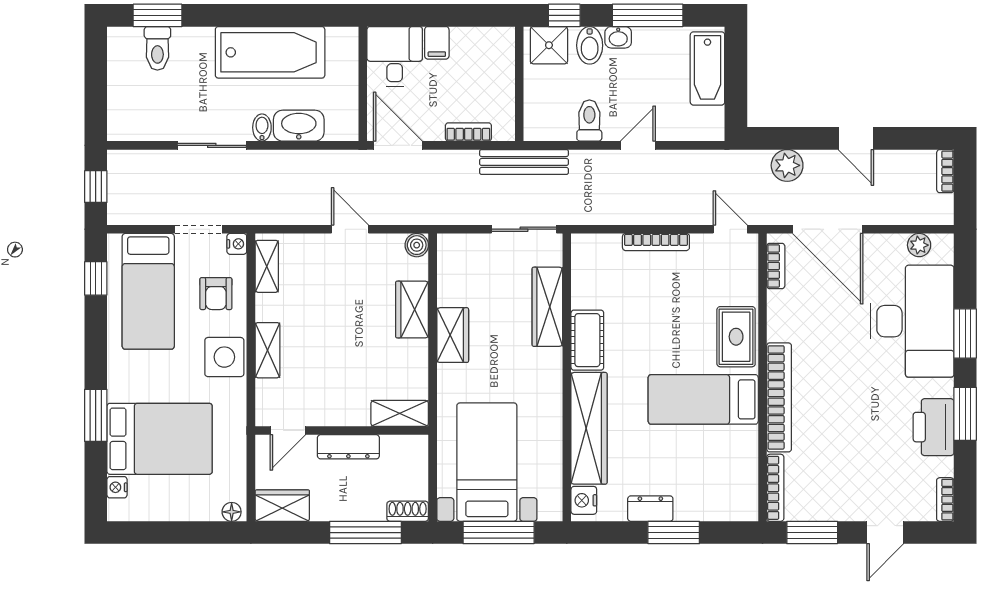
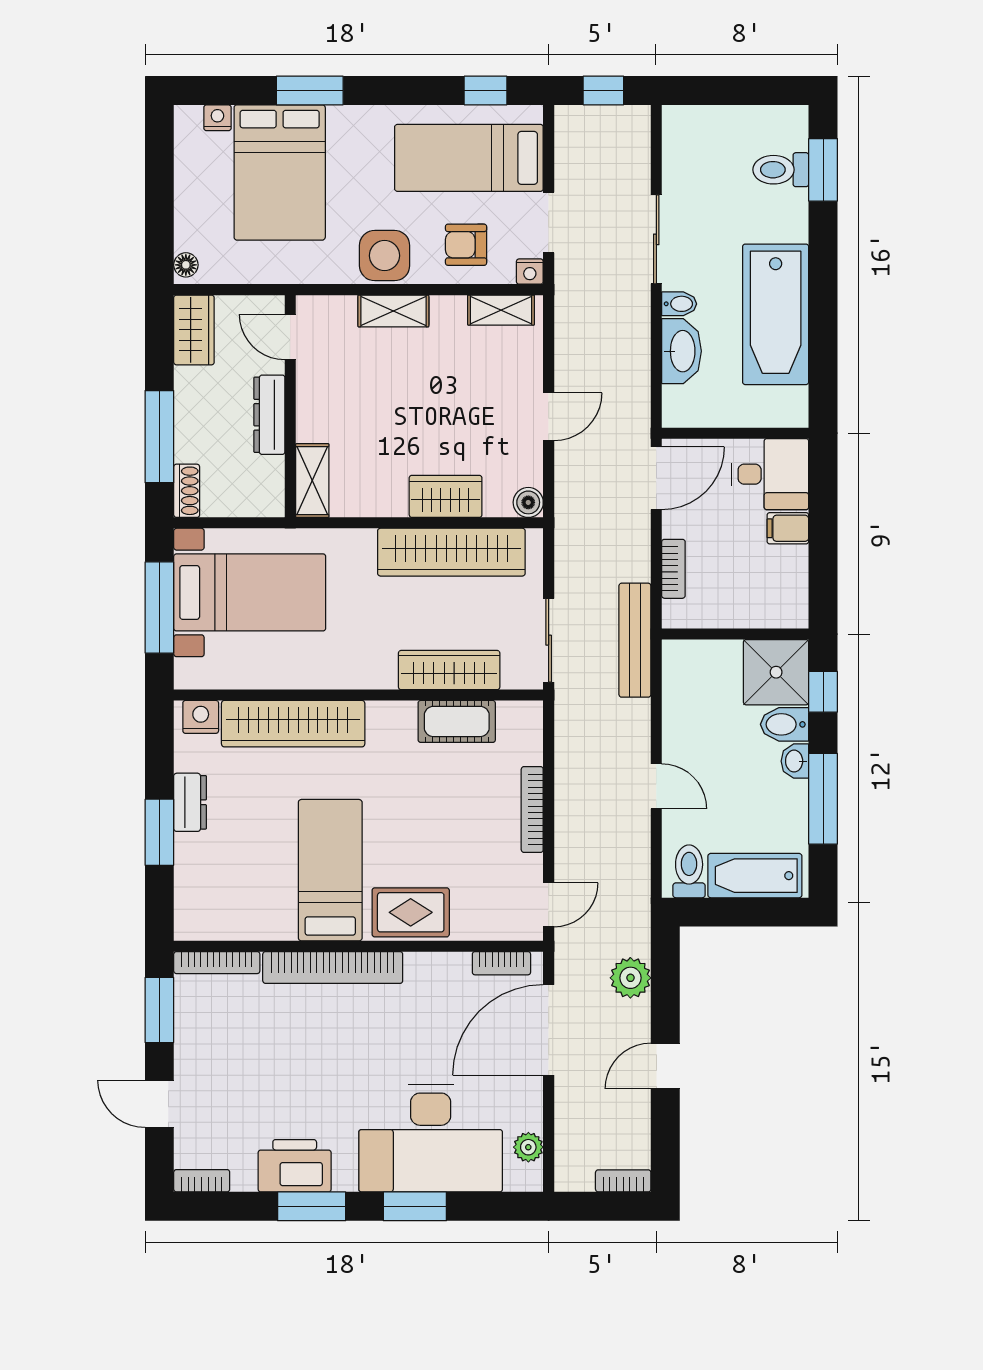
shower: (549, 45) -> (776, 672), width x1.36, depth x1.36
toilet: (589, 121) -> (689, 871), moved, turned -90
wardrobe: (453, 335) -> (451, 552), width x2.10, depth x1.17
cot: (587, 340) -> (457, 721), moved

